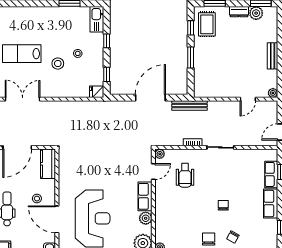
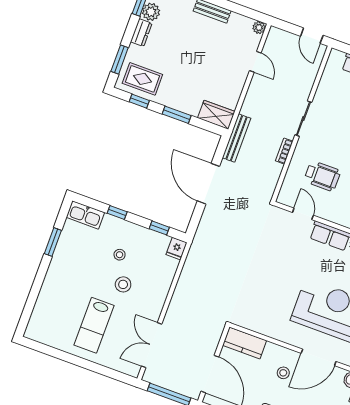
wardrobe: (201, 85) -> (216, 115), added
plant: (160, 154) -> (284, 198), removed

